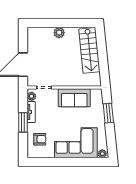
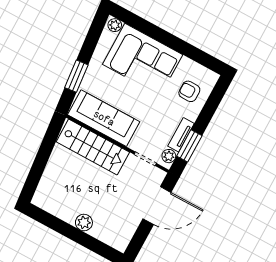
stairs: (89, 50) -> (93, 147), moved, turned 96
sofa: (74, 98) -> (104, 118), width x1.36
window: (23, 122) -> (189, 146), moved

